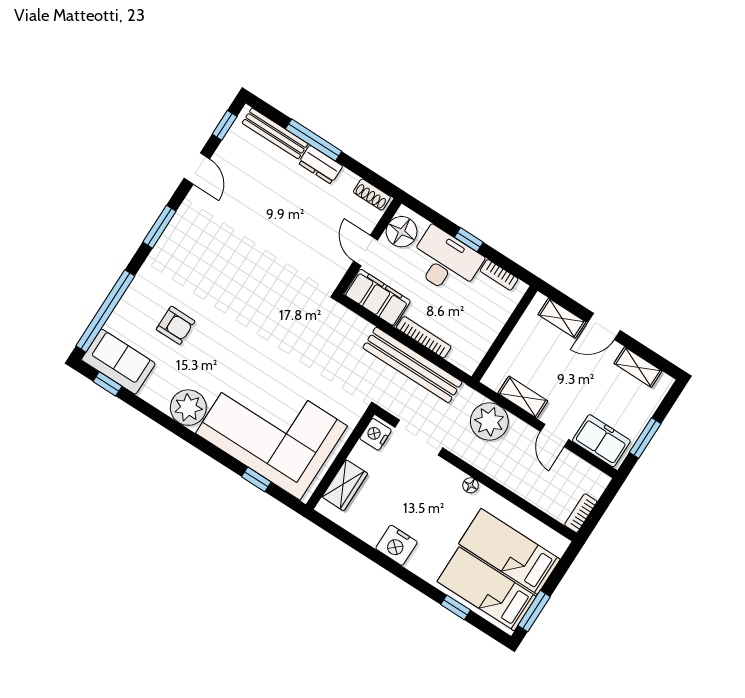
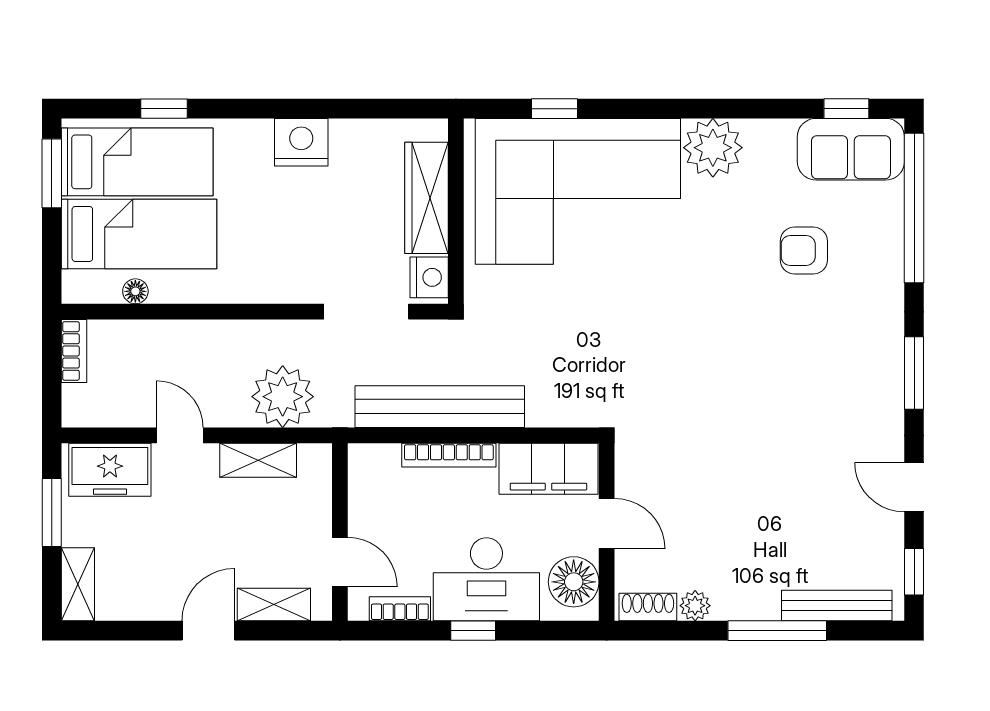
dresser: (320, 165) -> (746, 603), removed
plant: (347, 180) -> (695, 606), added
door: (514, 318) -> (340, 562), added
shelving: (638, 367) -> (78, 584), moved, turned 90
wardrobe: (345, 485) -> (427, 198), width x1.50
floor lamp: (471, 485) -> (135, 291), moved

